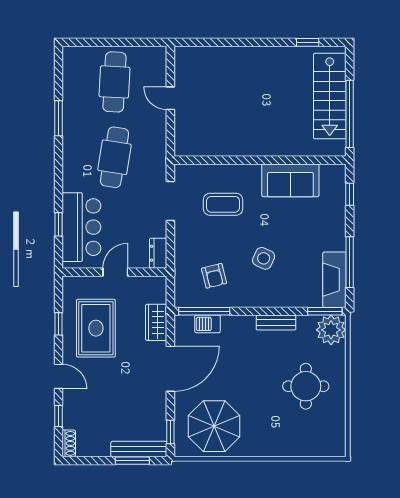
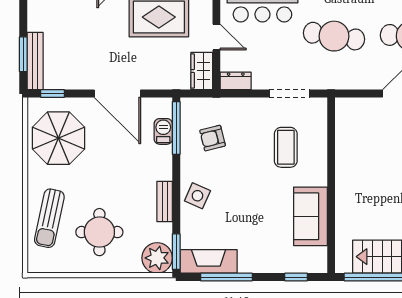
side table: (264, 258) -> (197, 196), moved
wardrobe: (156, 322) -> (202, 71), moved, turned -90
sun lounger: (292, 435) -> (49, 218), added

